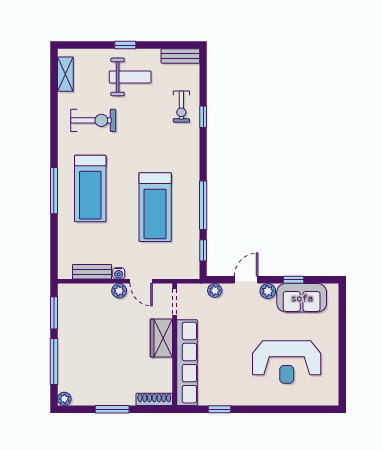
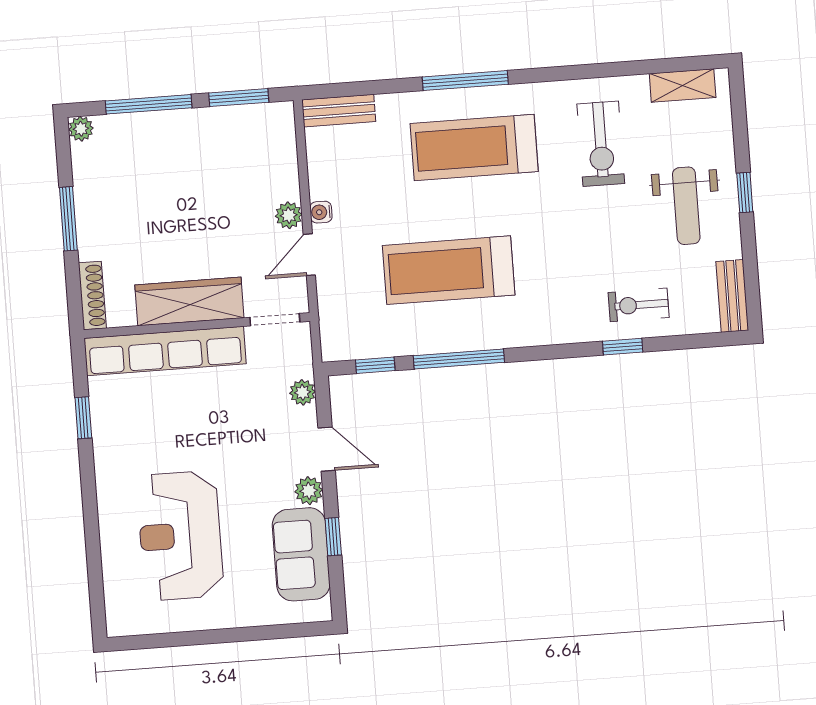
bench: (92, 272) -> (339, 111), moved, turned 90
wardrobe: (161, 338) -> (189, 301), width x1.50

